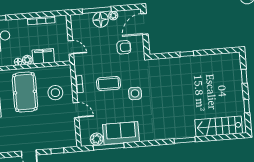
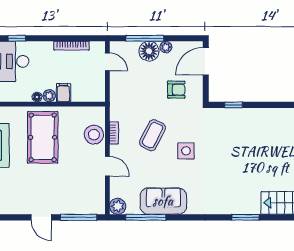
door: (71, 47) -> (107, 62), moved
window: (187, 54) -> (234, 105), moved
filing cabinet: (43, 56) -> (63, 93), width x0.50
coffee table: (109, 84) -> (152, 135), turned -63
stool: (55, 93) -> (94, 135), moved
plant: (97, 139) -> (118, 206), moved
window: (57, 151) -> (79, 217), width x2.17

